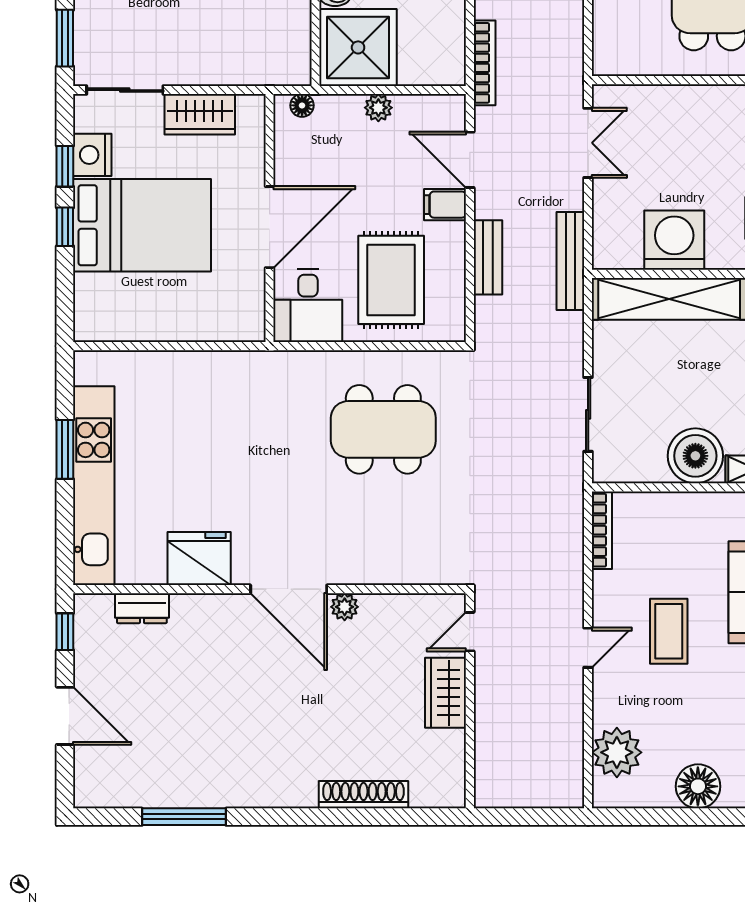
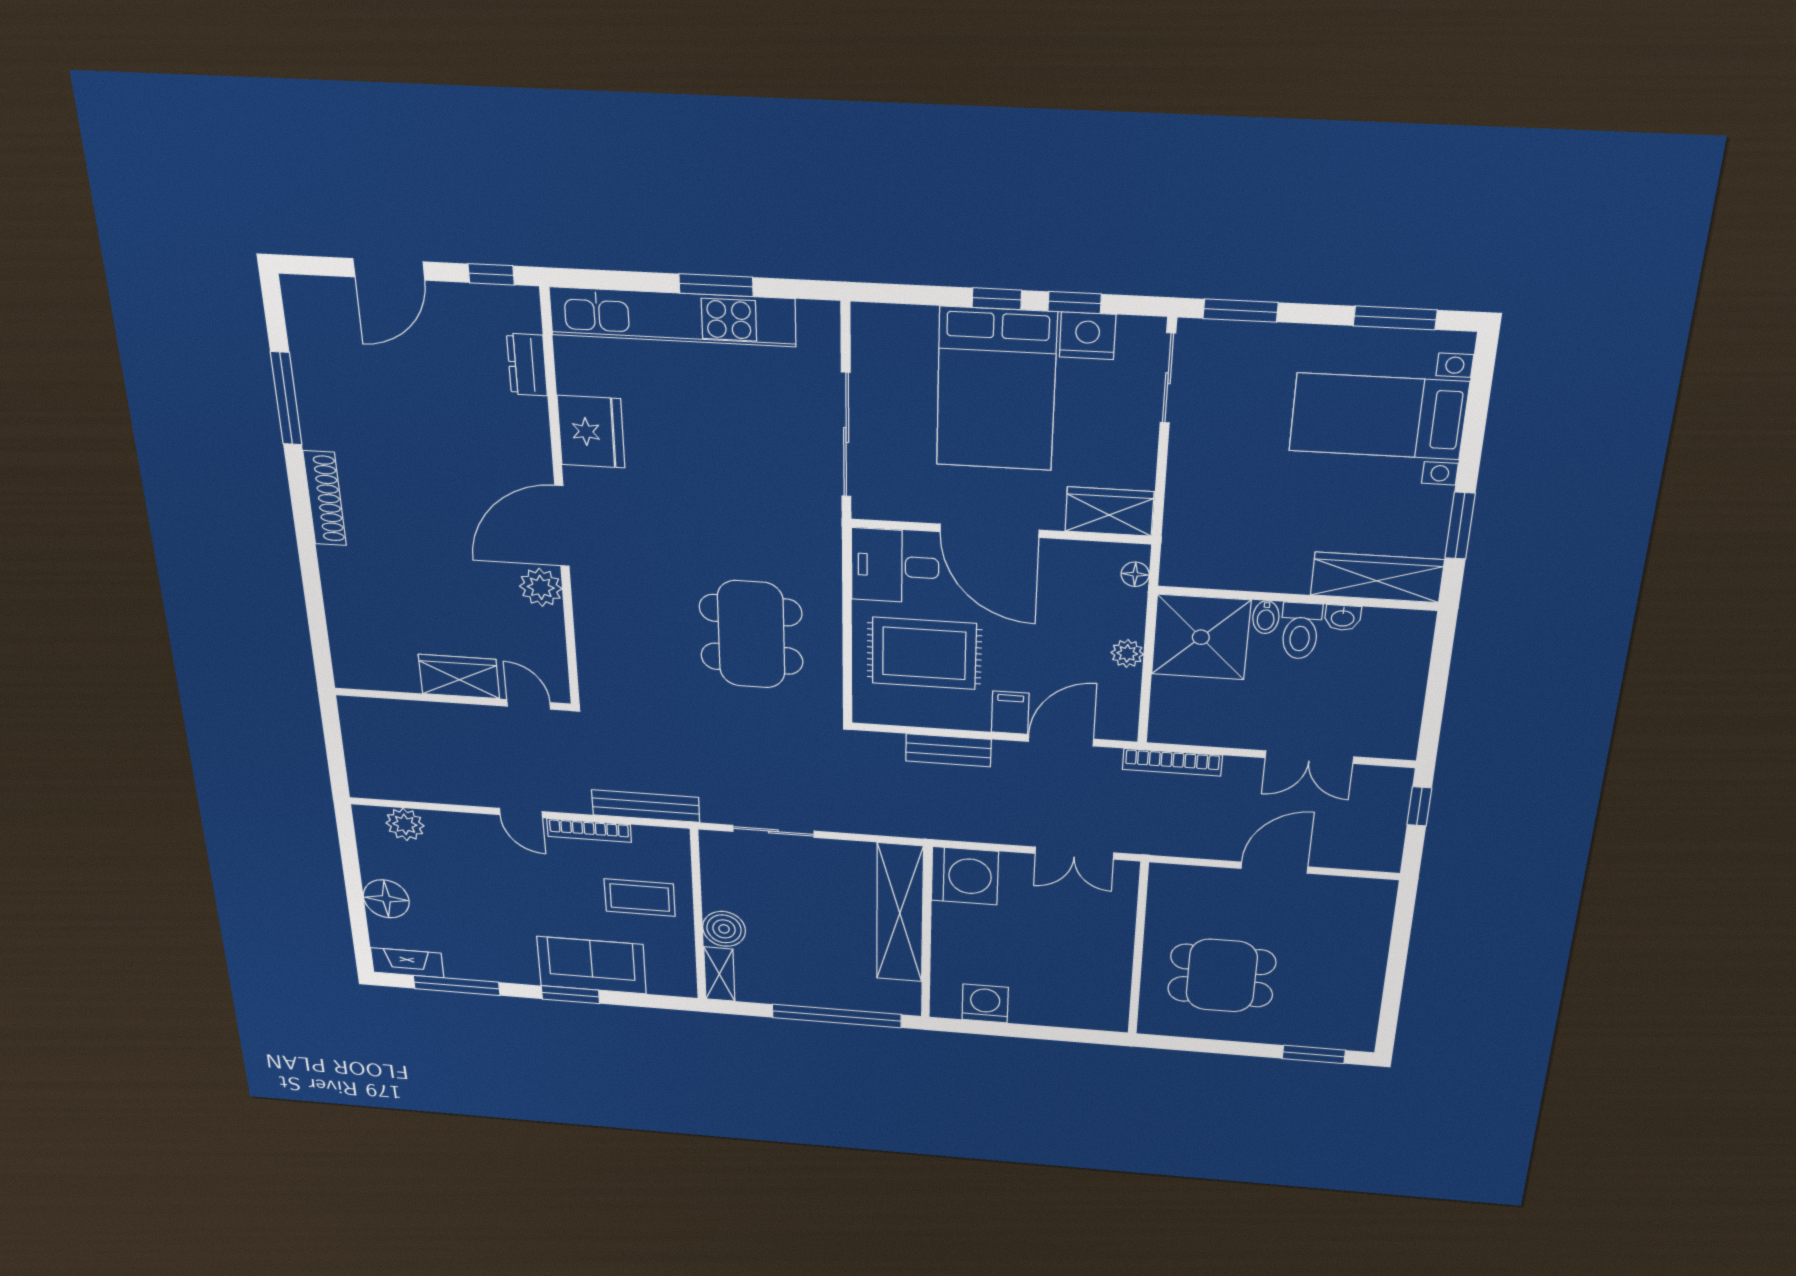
wardrobe: (200, 114) -> (1109, 511), moved, turned 90
washing machine: (674, 240) -> (965, 876), moved
bench: (570, 261) -> (646, 806), moved
sliding door: (189, 346) -> (846, 435), added
boiler: (695, 456) -> (724, 929), width x0.73, depth x0.73
bookcase: (602, 530) -> (589, 830), moved
plant: (345, 607) -> (541, 587), width x1.38, depth x1.38
coffee table: (669, 631) -> (640, 898), moved
plant: (617, 752) -> (405, 824), width x0.73, depth x0.73
shoe rack: (363, 795) -> (325, 498), moved

